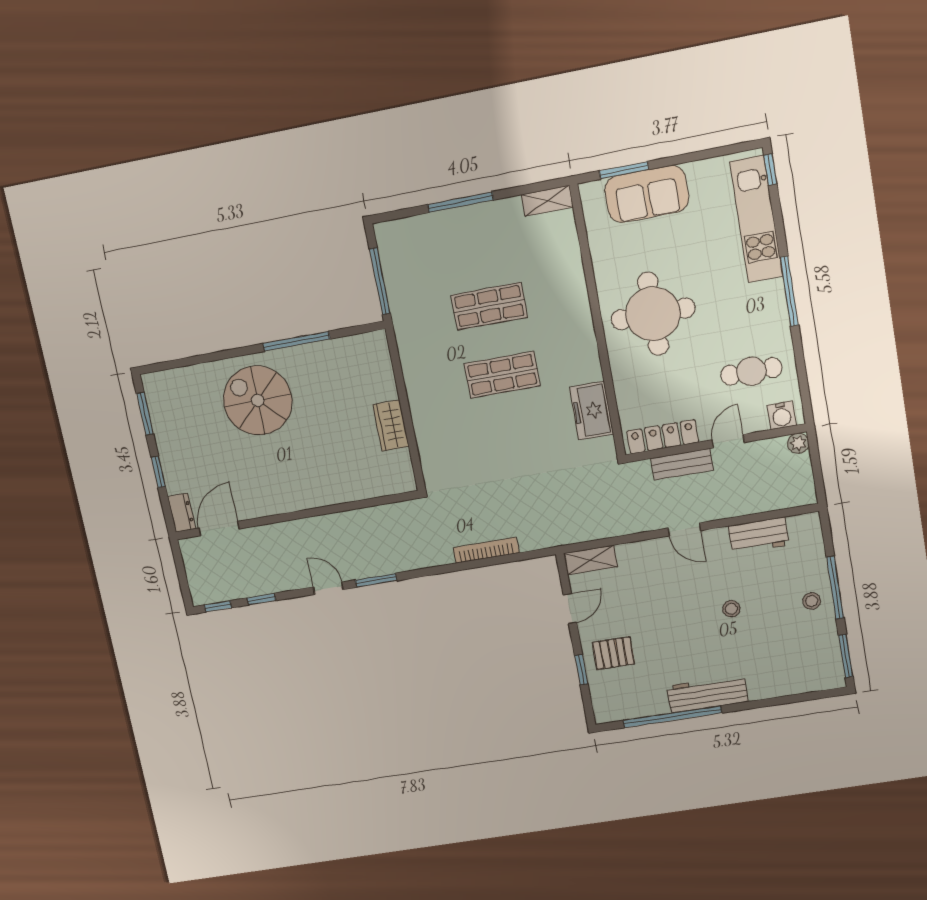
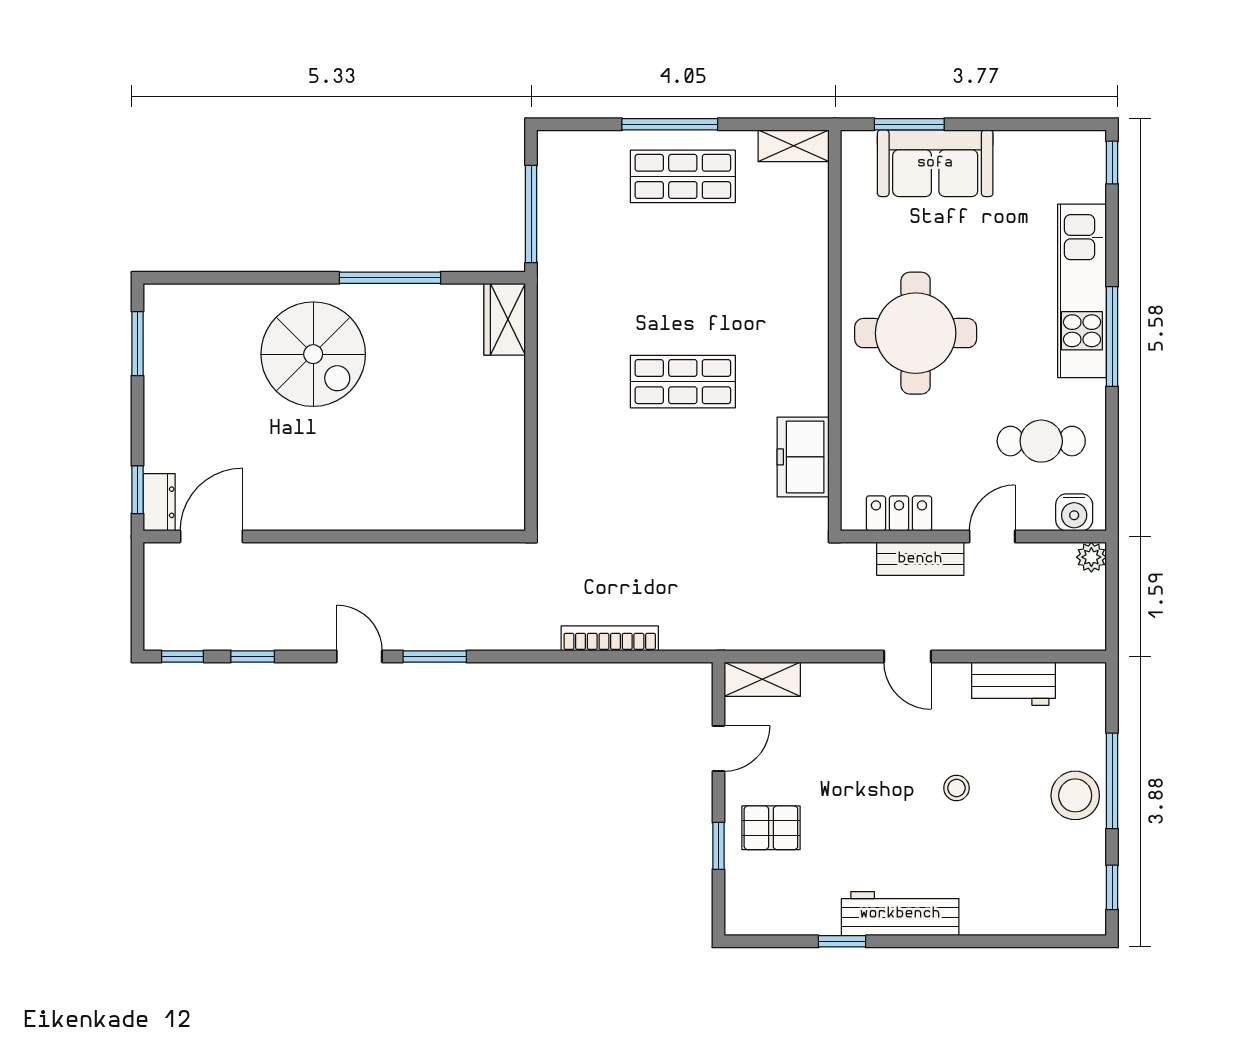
kitchen unit: (756, 219) -> (1082, 291), moved
shop shelf: (489, 306) -> (683, 176), moved
spiral stairs: (258, 400) -> (313, 354), turned 180
wardrobe: (391, 426) -> (505, 319), moved
locker: (662, 437) -> (899, 513), width x0.66
window: (158, 472) -> (137, 490), moved
stool: (812, 601) -> (1075, 795), width x1.89, depth x1.89
window: (846, 656) -> (1112, 887), width x0.67
window: (672, 717) -> (842, 941), width x0.32

